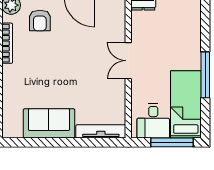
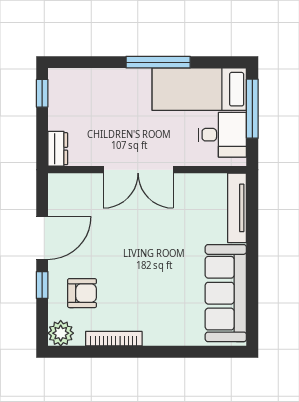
double door: (128, 61) -> (138, 170), width x1.37
sofa: (49, 123) -> (226, 293), width x1.36

